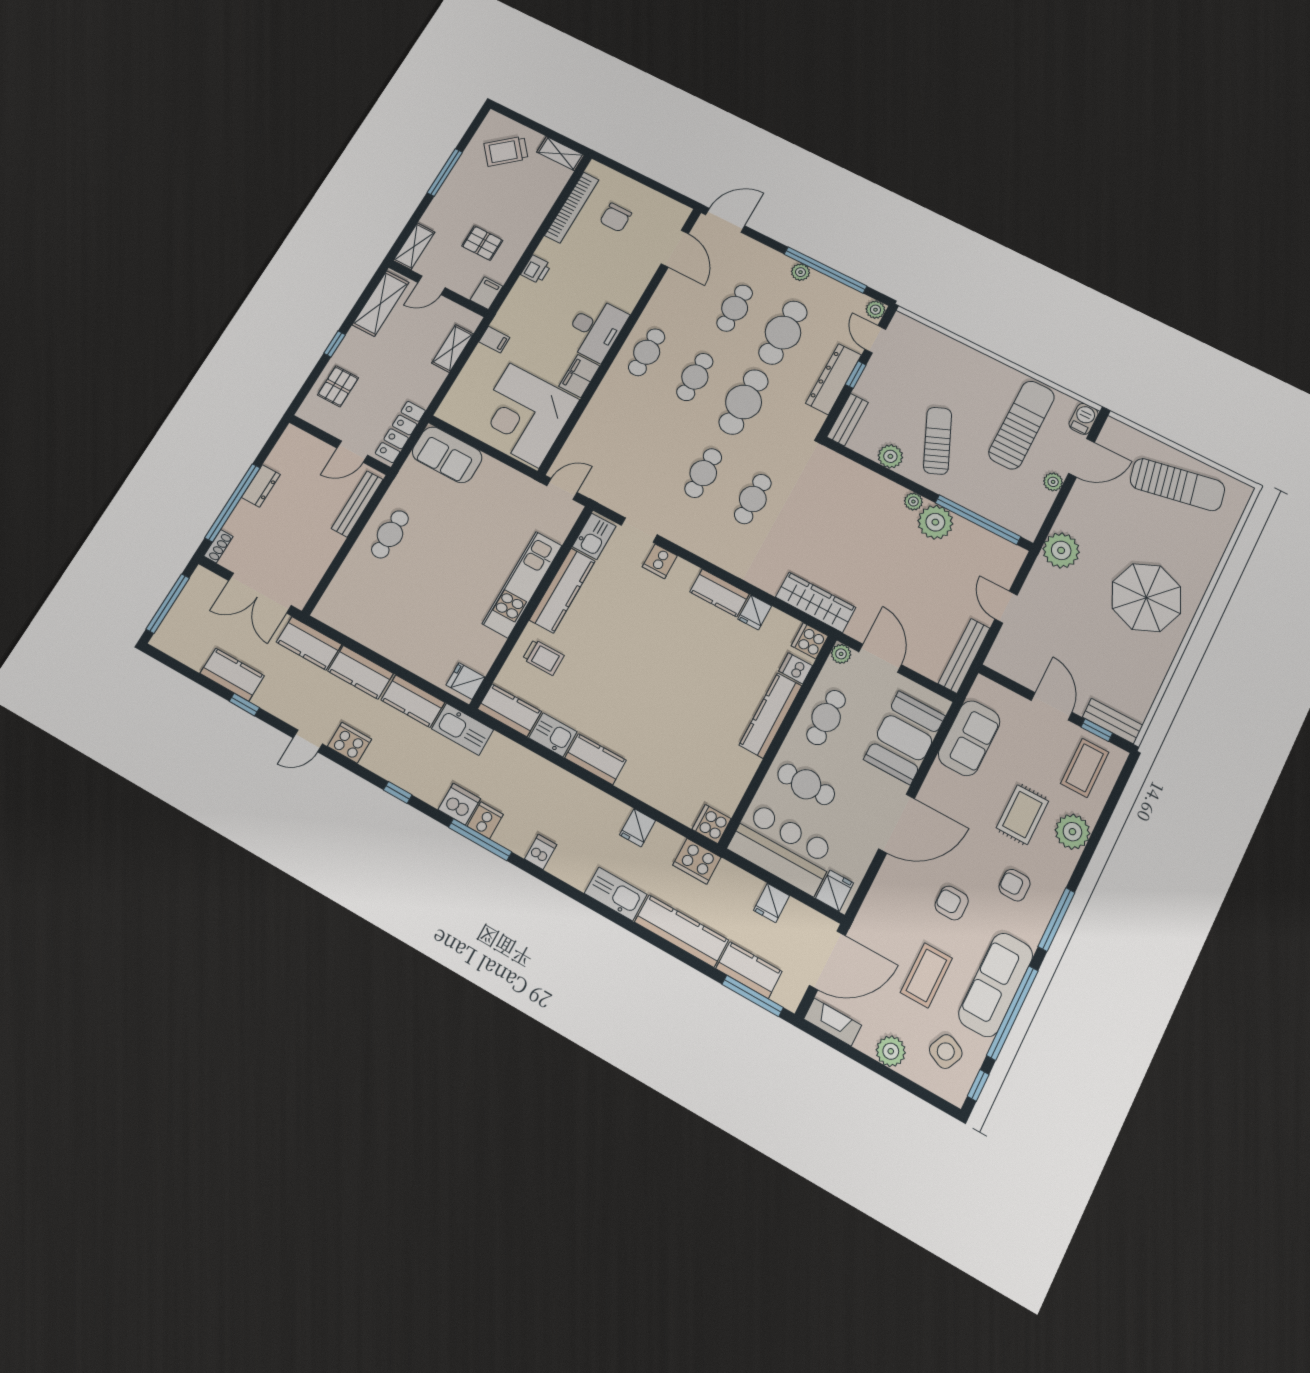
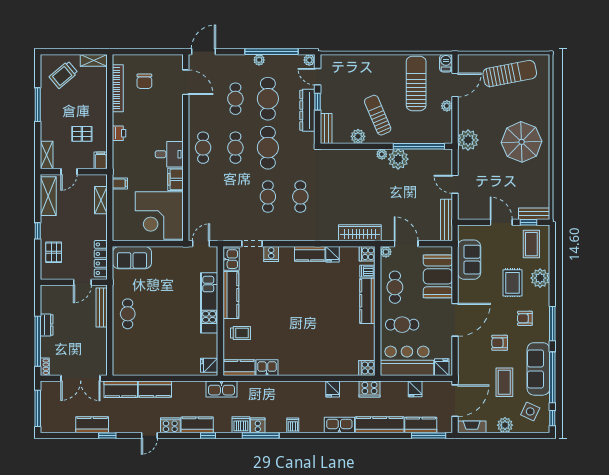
desk: (595, 329) -> (169, 154), width x0.73
kitchen counter: (413, 701) -> (197, 425), moved, turned 180
kitchen counter: (595, 759) -> (294, 368), removed

